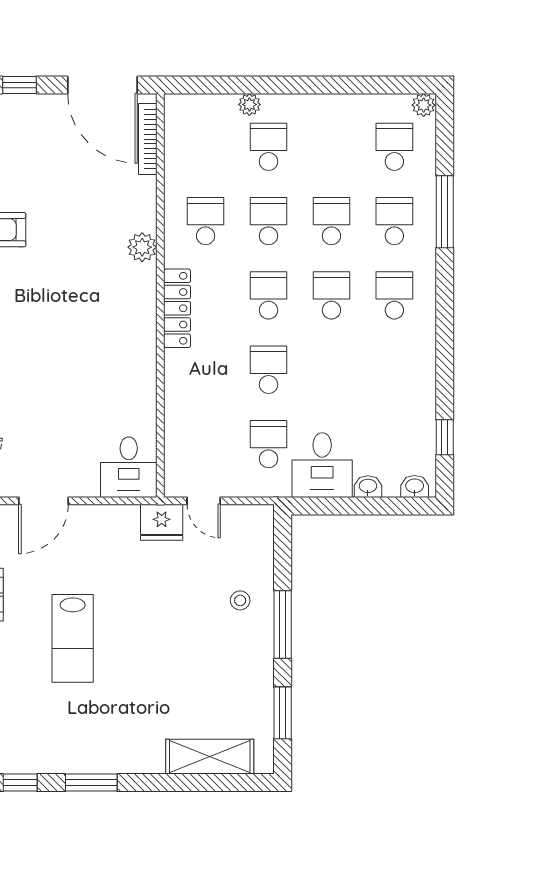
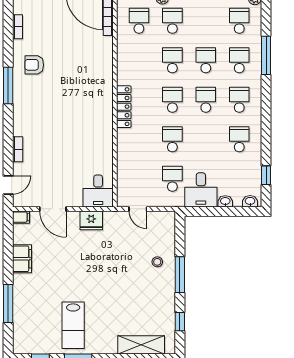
school desk: (206, 221) -> (139, 21), moved
plant: (142, 247) -> (105, 74), removed
school desk: (394, 370) -> (239, 139), added
door: (44, 501) -> (53, 209), hinge flipped
fridge: (162, 522) -> (91, 220), moved
lab bench: (73, 638) -> (73, 325), moved
window: (283, 713) -> (180, 322), width x0.67

